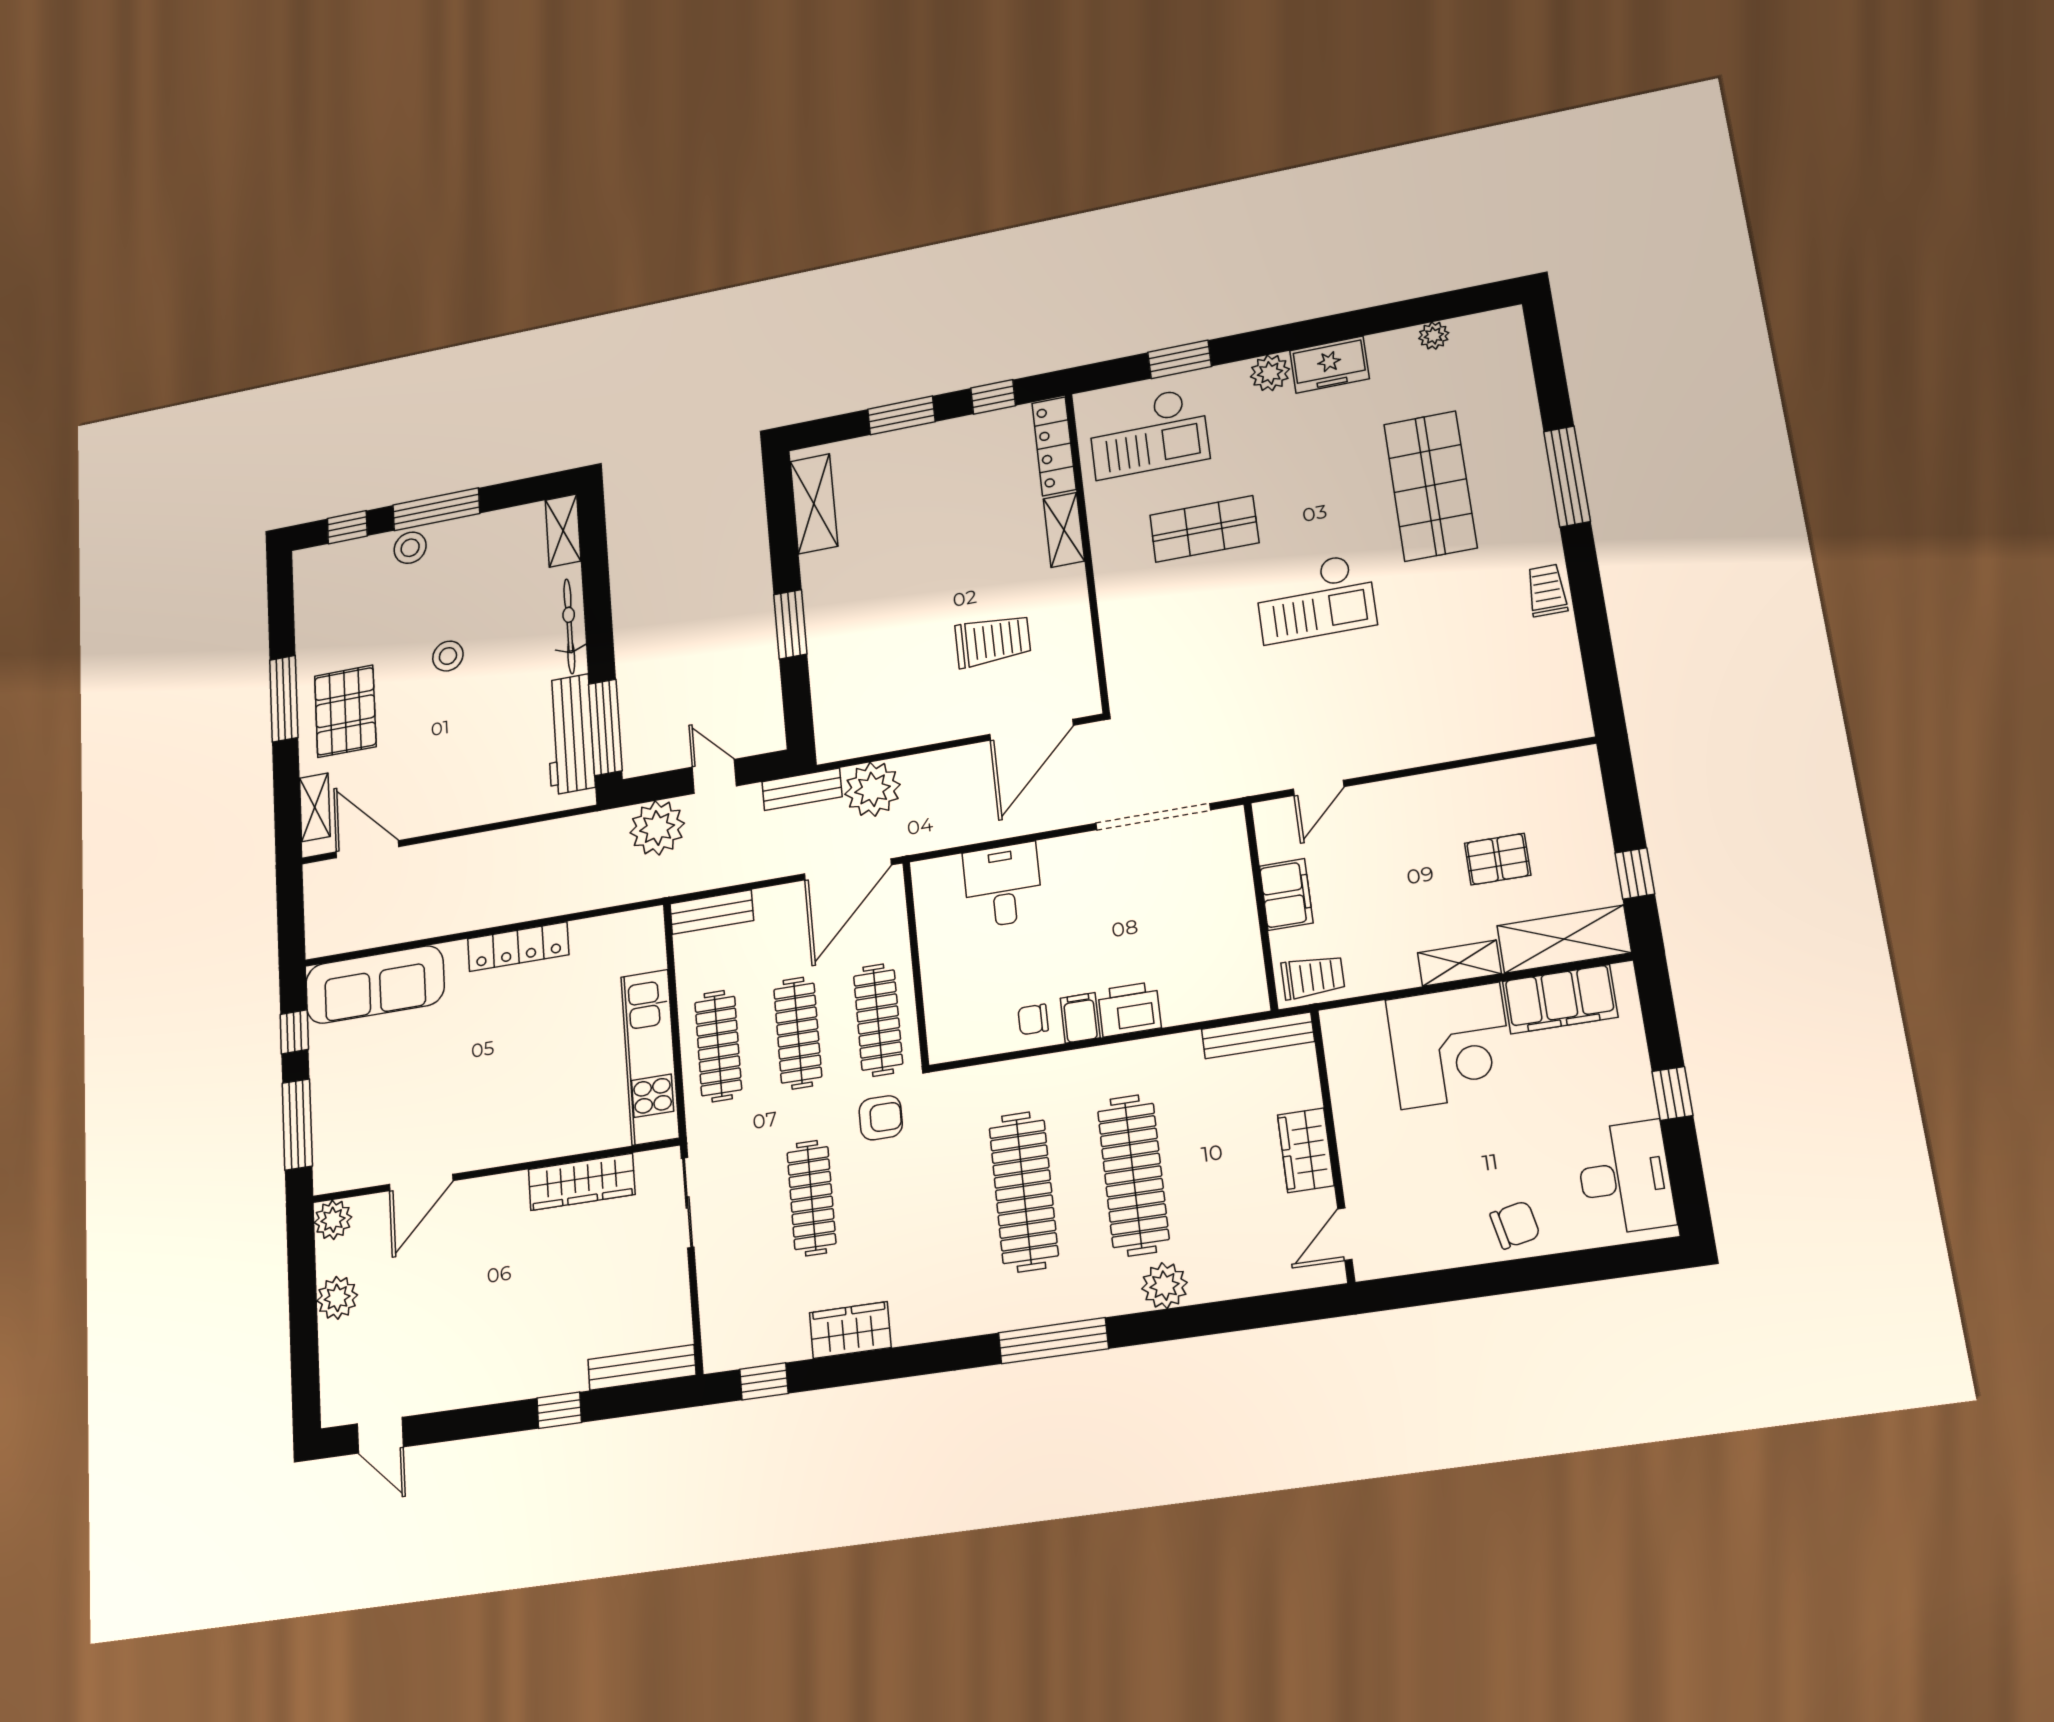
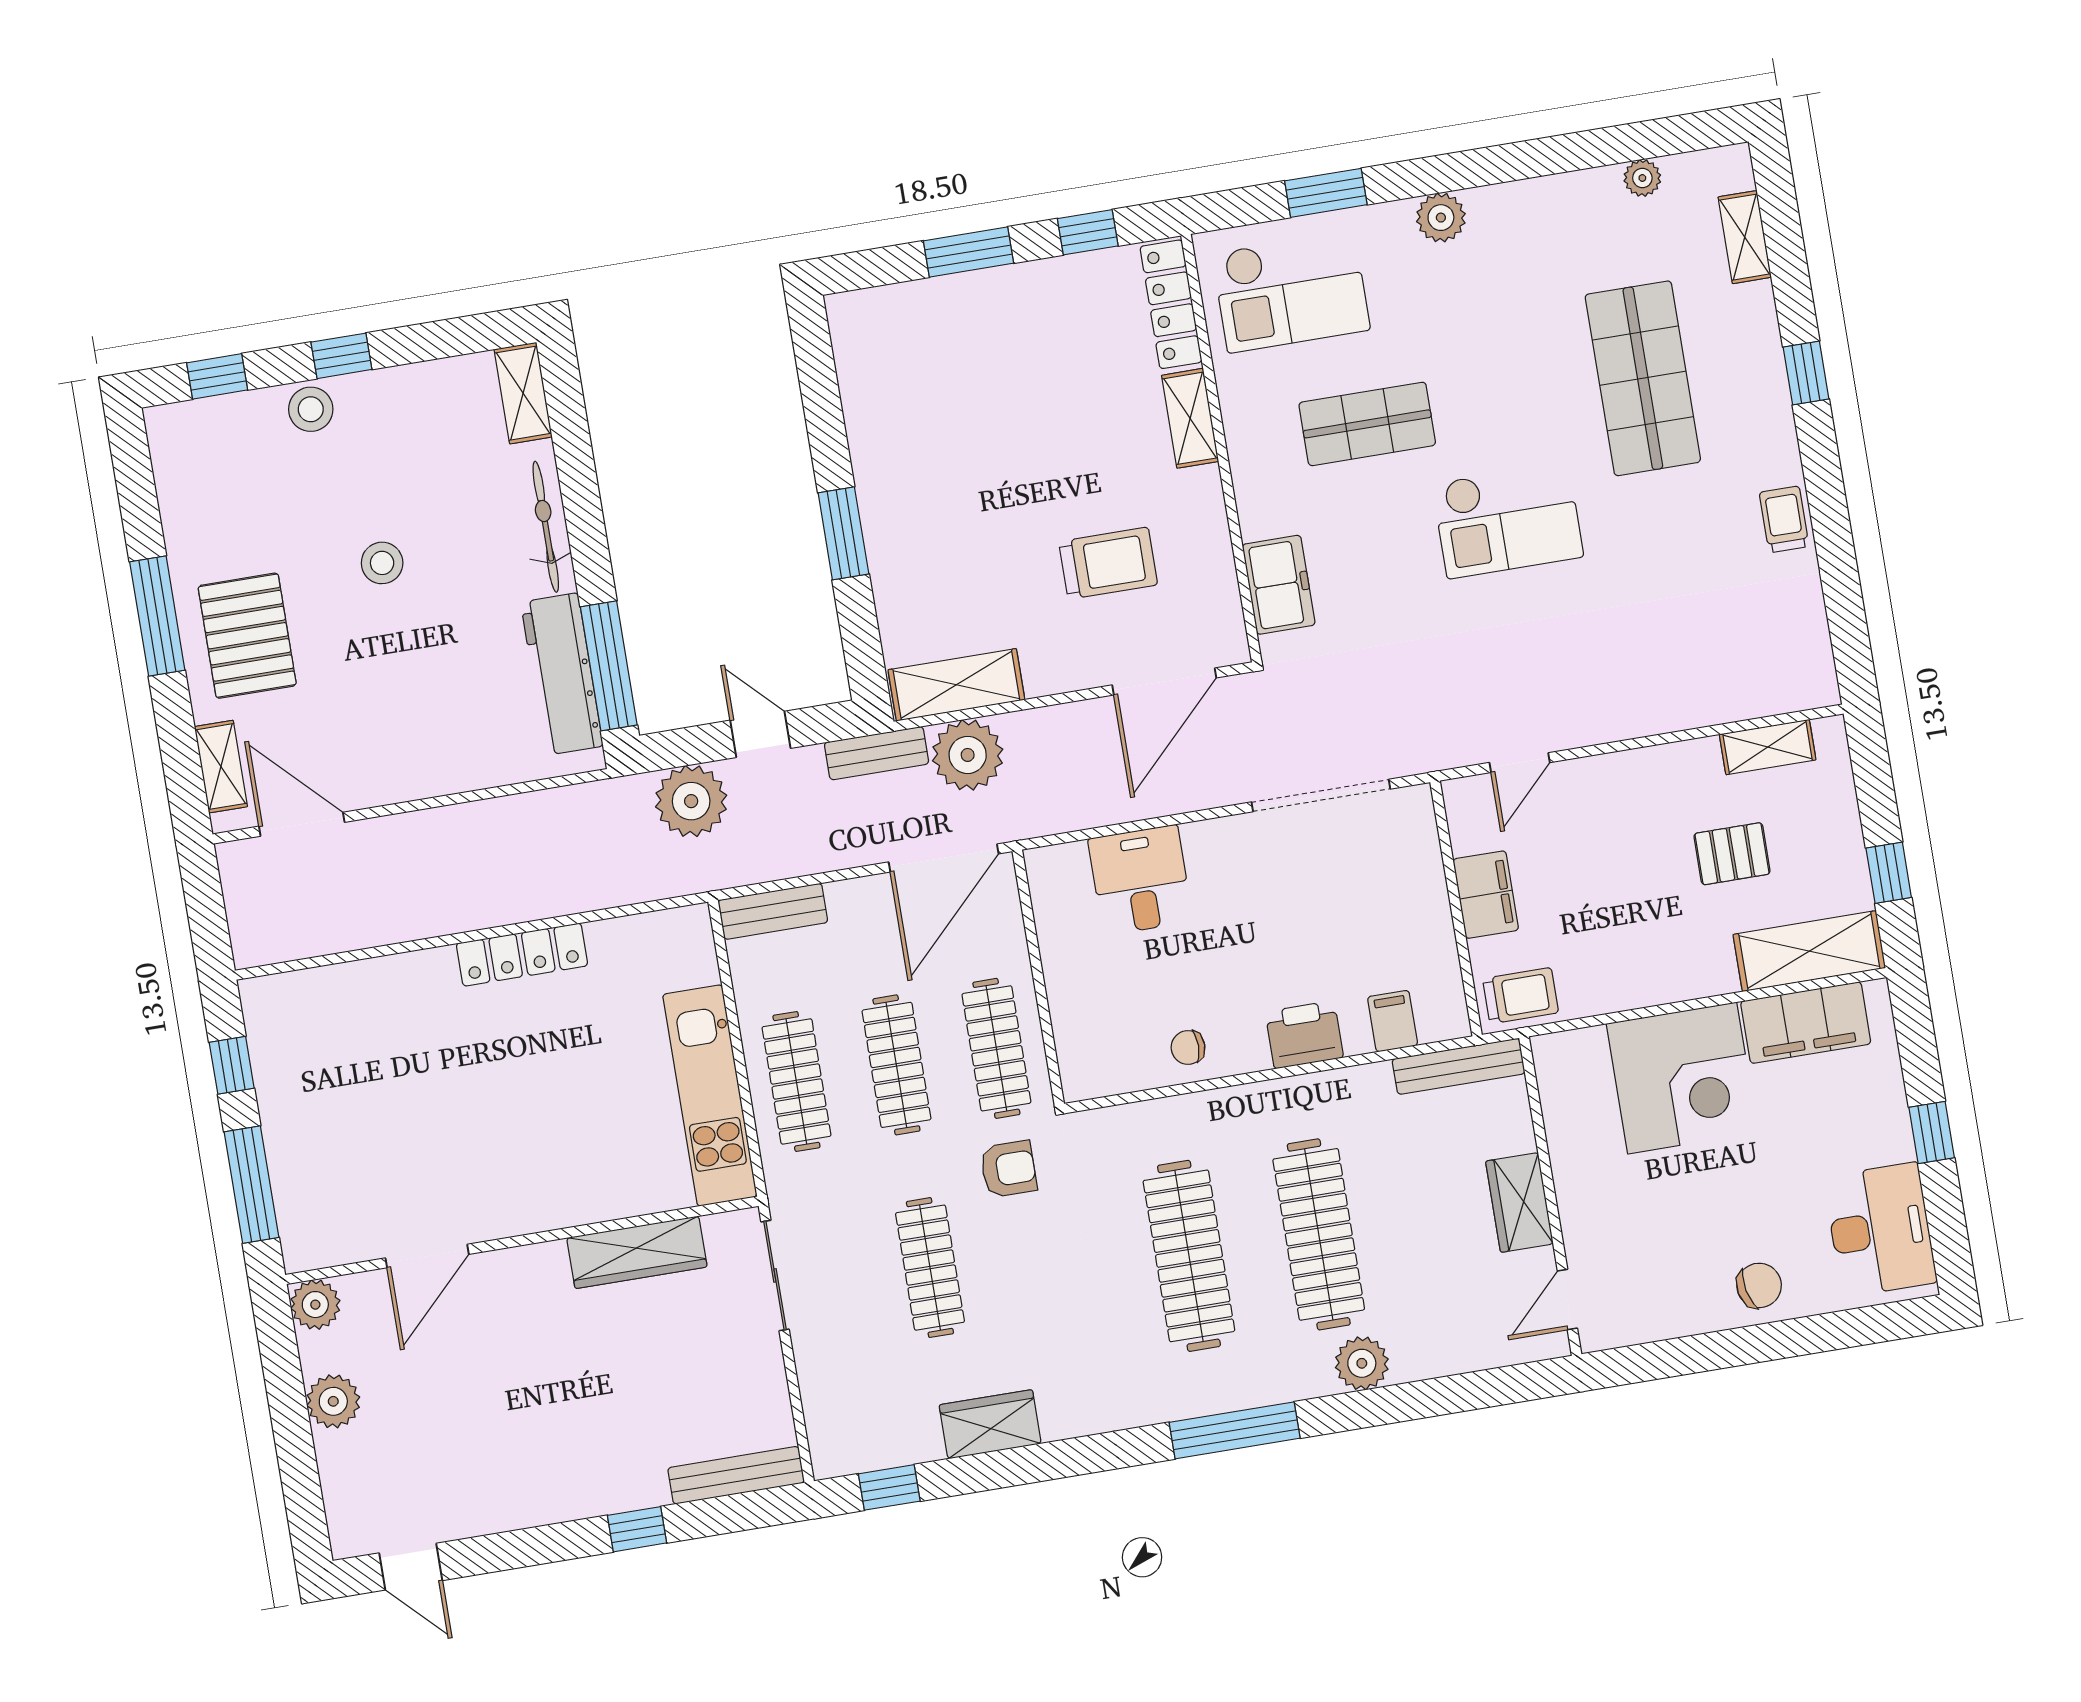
freezer: (1330, 365) -> (1279, 585), moved, turned -90
shelving: (1517, 375) -> (1745, 237), added
window: (1567, 476) -> (1806, 373), width x0.46
shelving: (814, 504) -> (956, 685), moved, turned 90
window: (436, 509) -> (341, 356), width x0.46
shelving: (1459, 963) -> (1768, 747), moved
sofa: (375, 985) -> (334, 1003), removed
filing cabinet: (1080, 1018) -> (1393, 1021), moved

